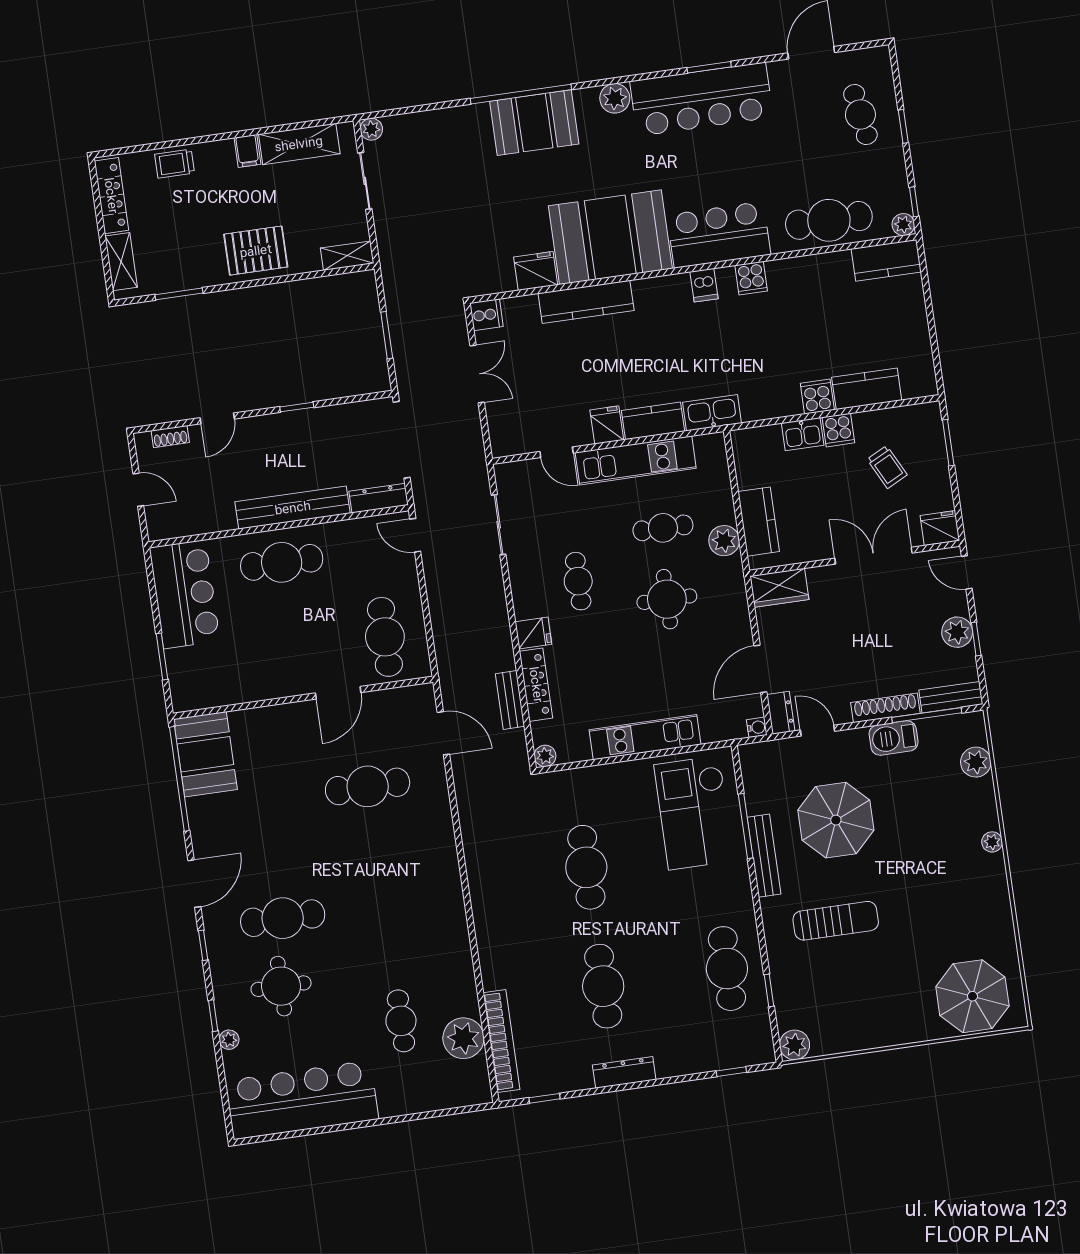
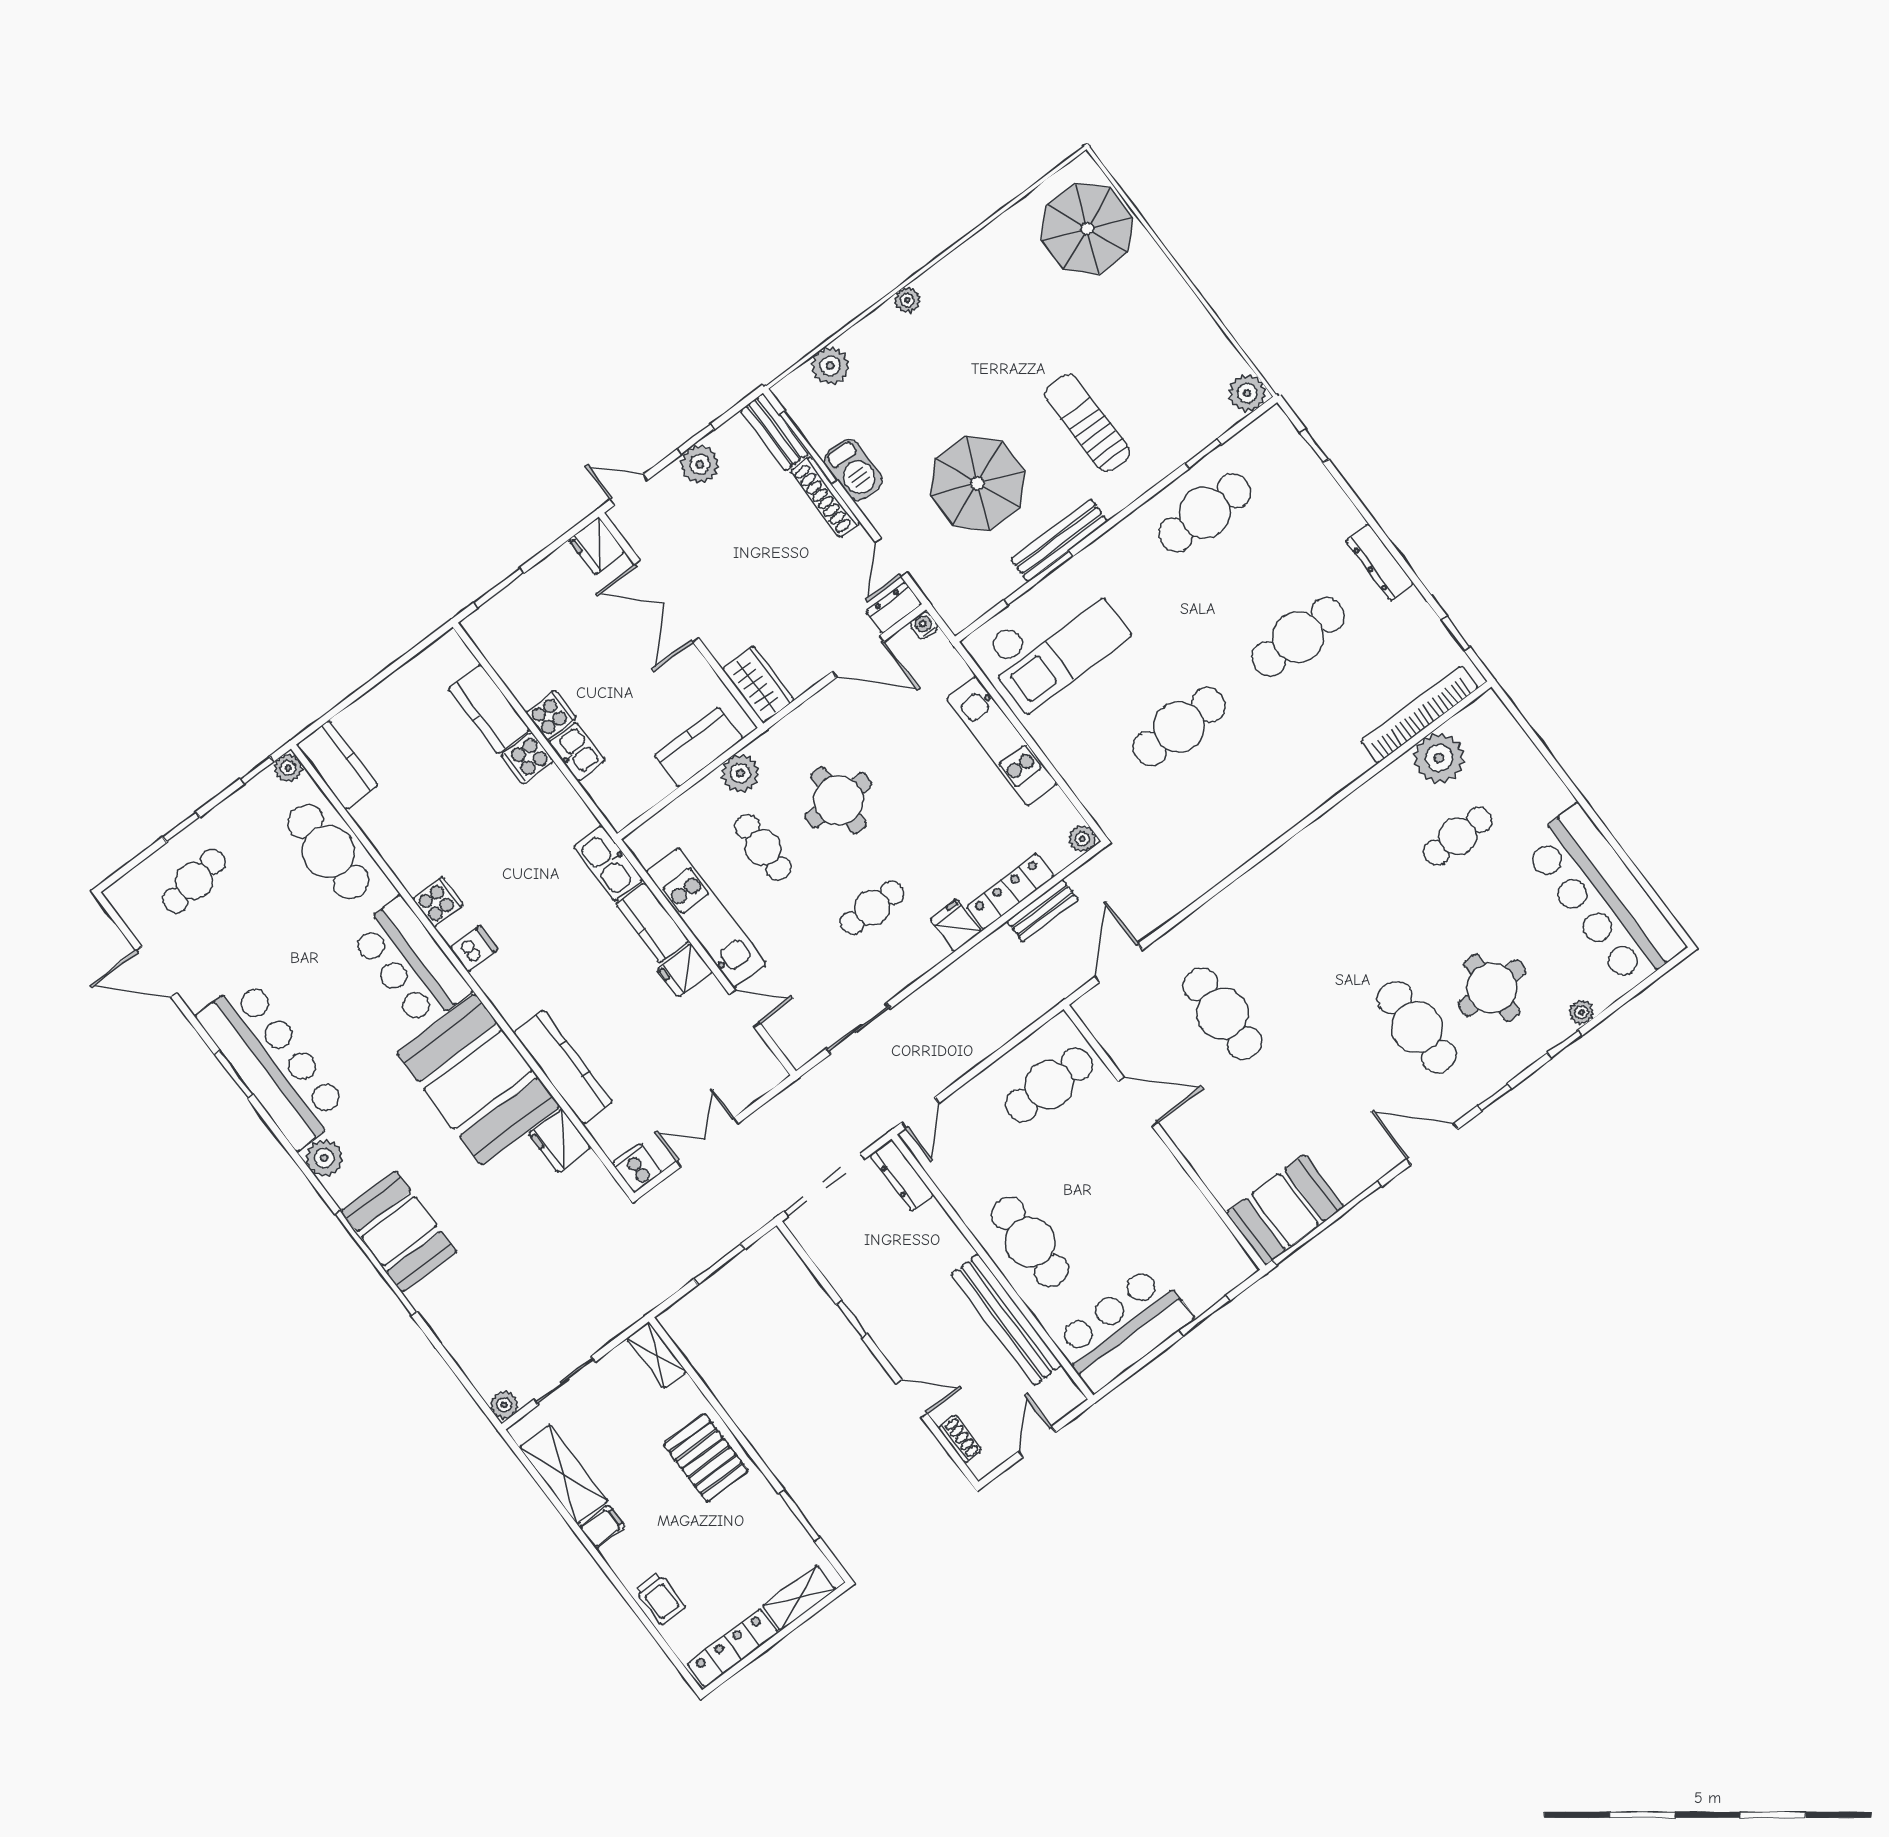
door: (556, 452) -> (745, 1009), hinge flipped
trolley: (887, 467) -> (562, 640), removed
bench: (293, 508) -> (1006, 1320), moved
door: (967, 572) -> (629, 490), swing flipped

